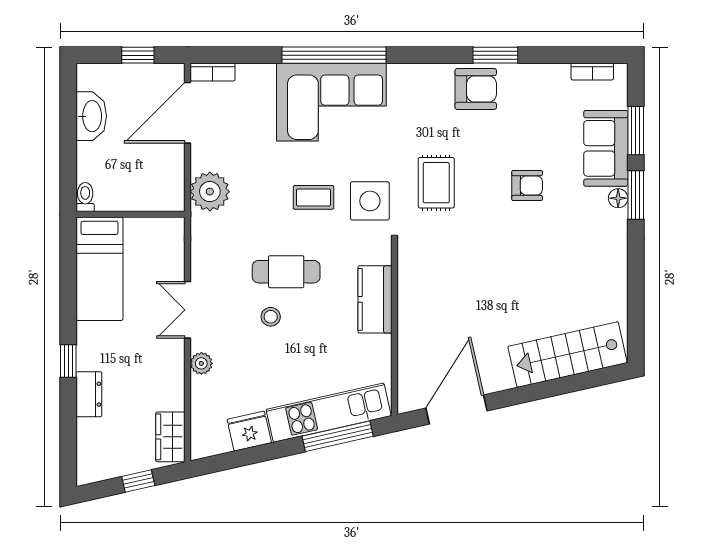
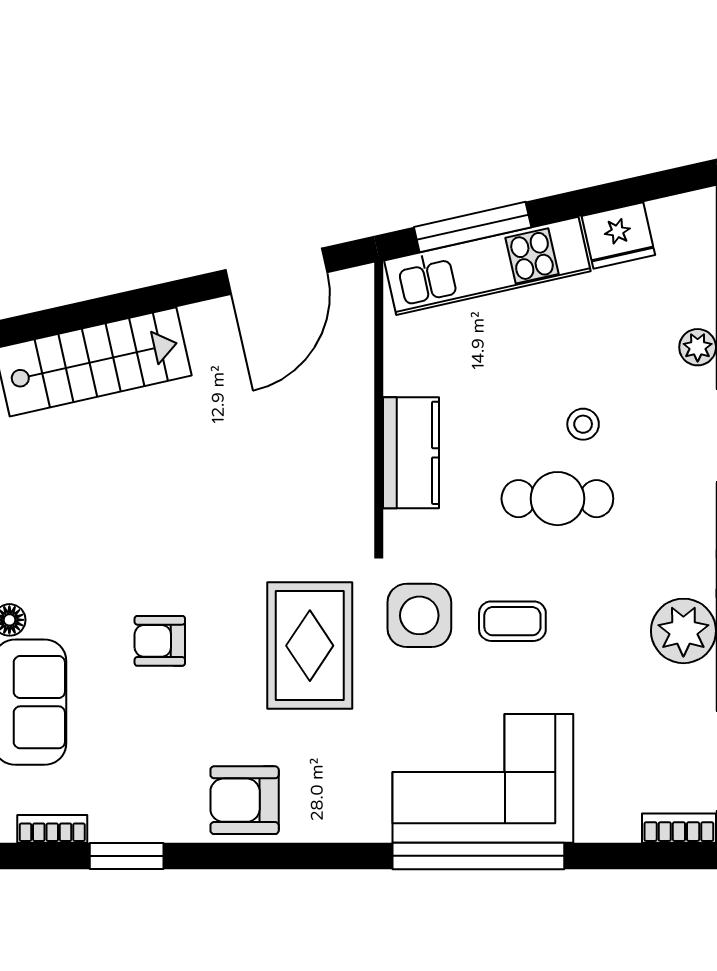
window: (495, 55) -> (127, 856), moved
rug: (436, 183) -> (310, 646), width x1.36, depth x1.43

